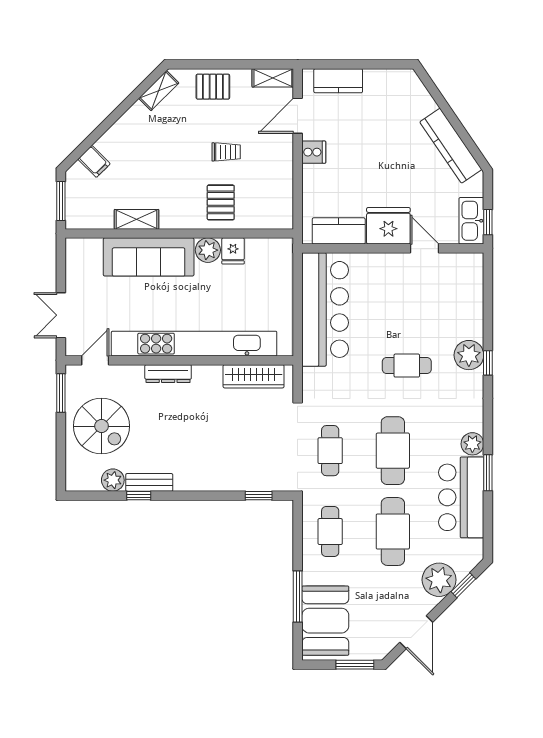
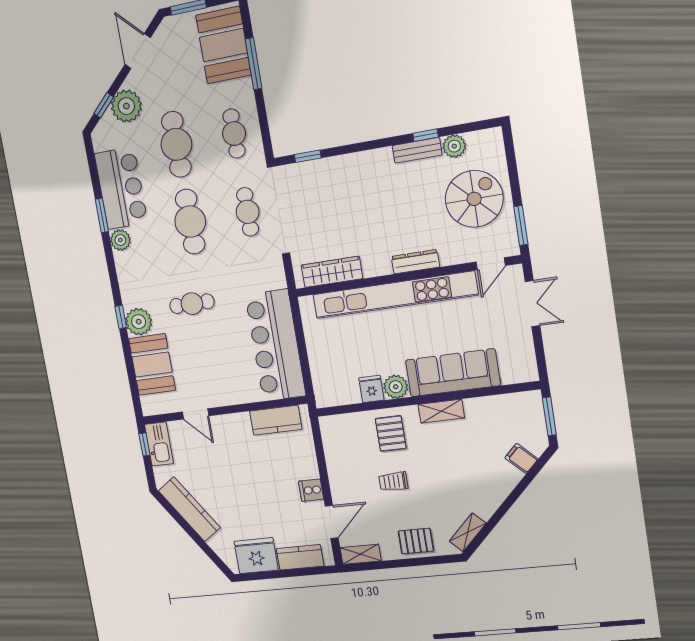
shelving: (137, 219) -> (441, 411), moved
fridge: (388, 226) -> (256, 556), moved, turned 180
booth: (463, 307) -> (152, 364), added
spiral stairs: (102, 426) -> (474, 199), turned 90

